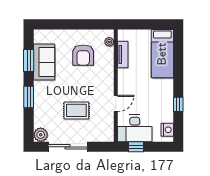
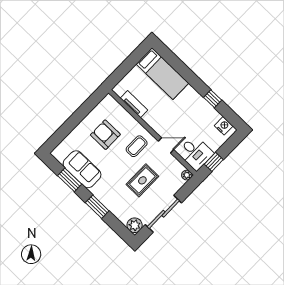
plant: (109, 42) -> (187, 175), moved
armchair: (83, 55) -> (105, 135), turned 180
coffee table: (96, 84) -> (137, 146), added
door: (116, 103) -> (166, 145), hinge flipped
desk: (135, 128) -> (195, 153), width x0.73

